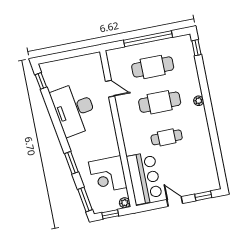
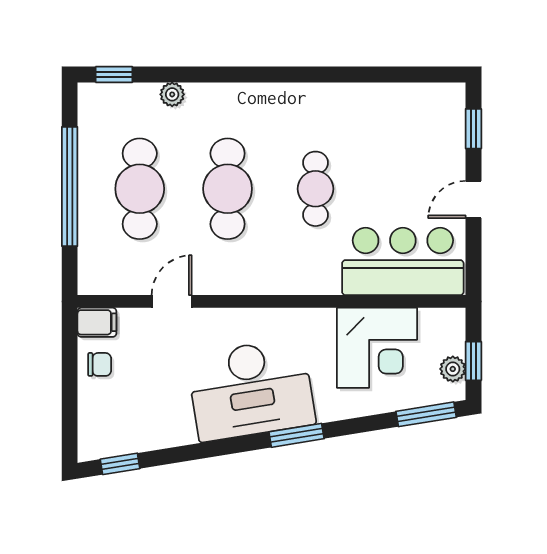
filing cabinet: (96, 60) -> (97, 322), added
chair: (79, 65) -> (100, 364), added
plant: (199, 101) -> (172, 94), moved
desk: (74, 109) -> (251, 390), moved
window: (71, 163) -> (297, 435), moved
plant: (125, 203) -> (453, 369), moved

